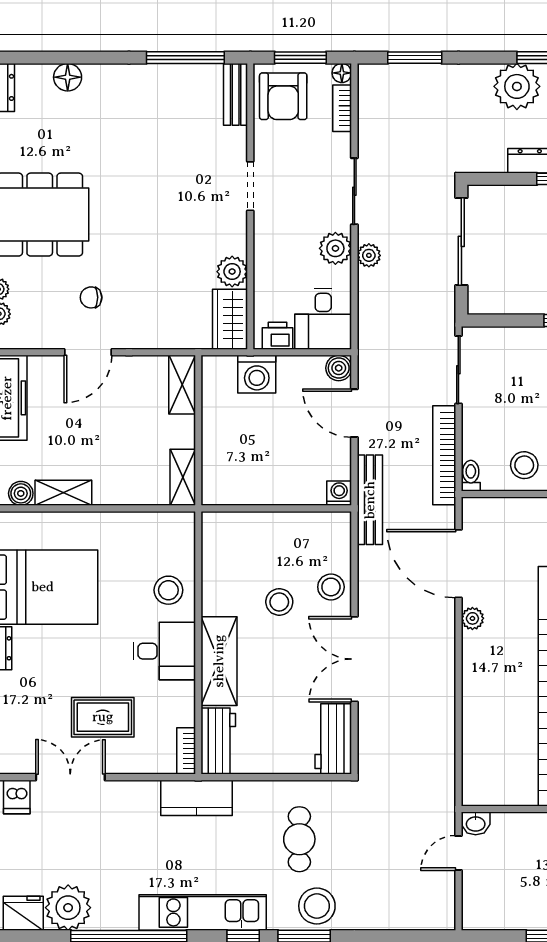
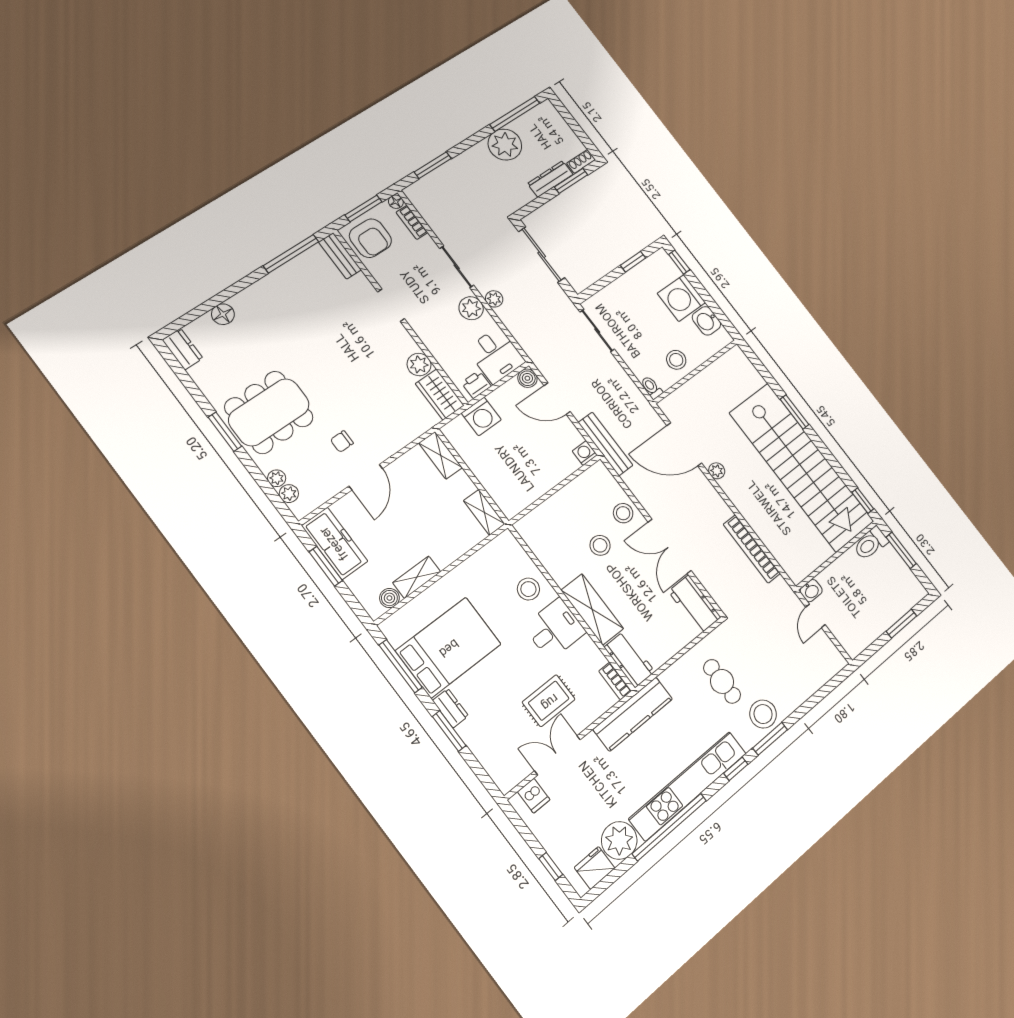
bookcase: (444, 455) -> (752, 549), moved
kitchen counter: (197, 798) -> (633, 714), width x1.50
kitchen unit: (203, 912) -> (688, 786), width x1.36

